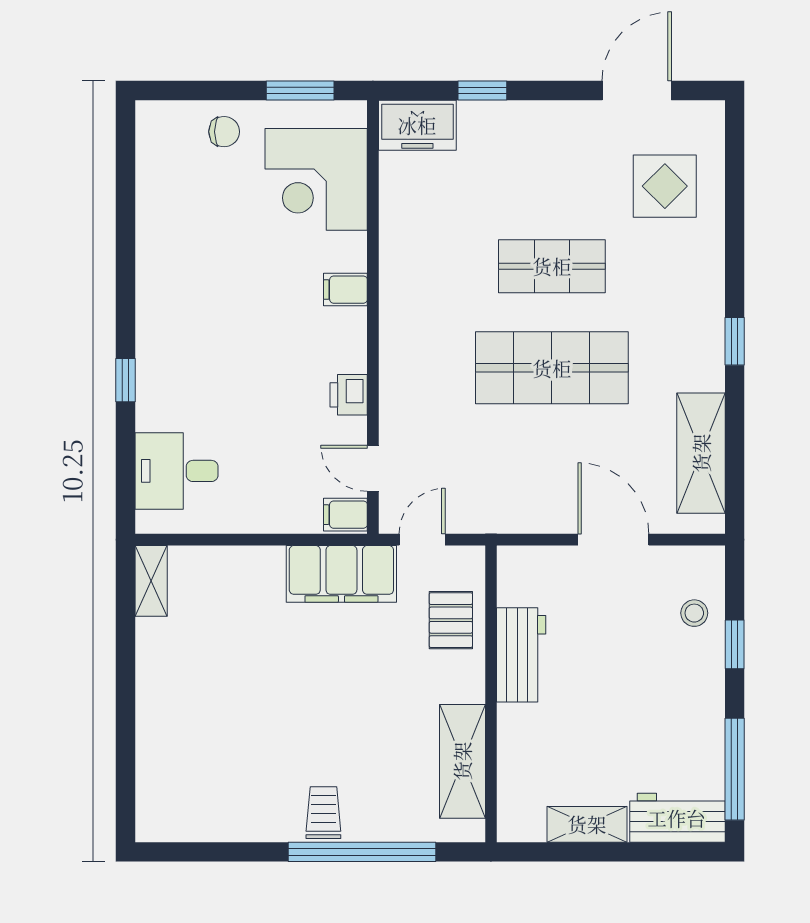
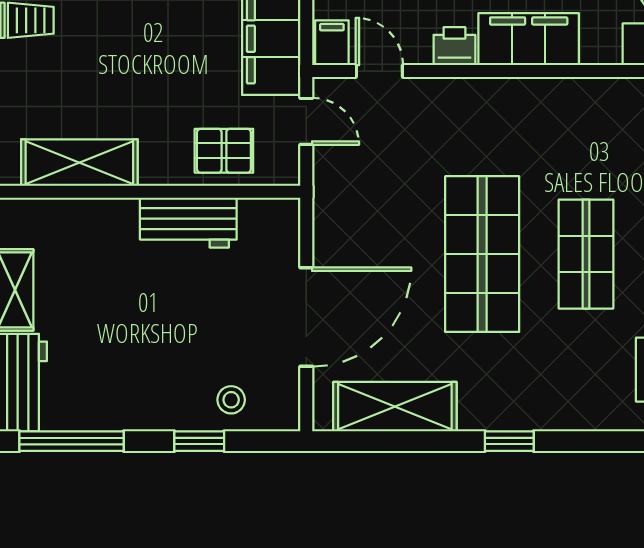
filing cabinet: (345, 290) -> (529, 39), width x3.00, depth x1.17
door: (373, 468) -> (379, 71), hinge flipped
door: (613, 540) -> (306, 317), width x1.36

